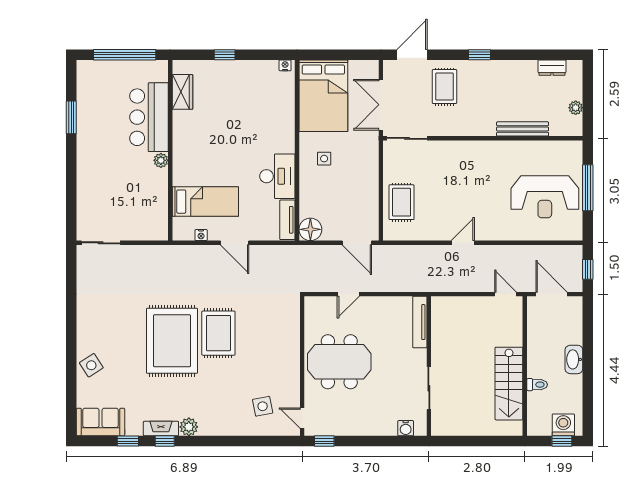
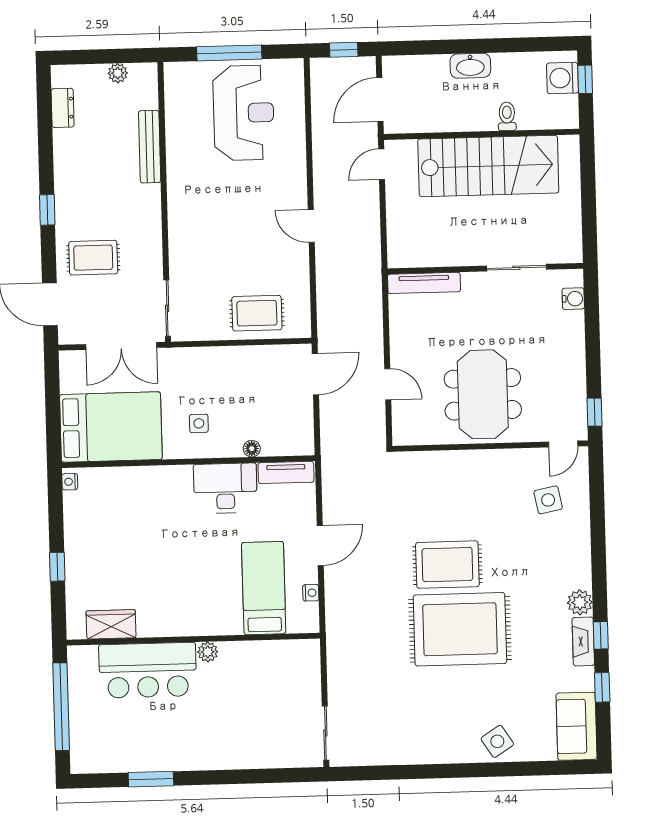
floor lamp: (310, 229) -> (252, 449), moved, width x0.53, depth x0.53
stairs: (509, 384) -> (488, 166), width x1.36, depth x1.51

